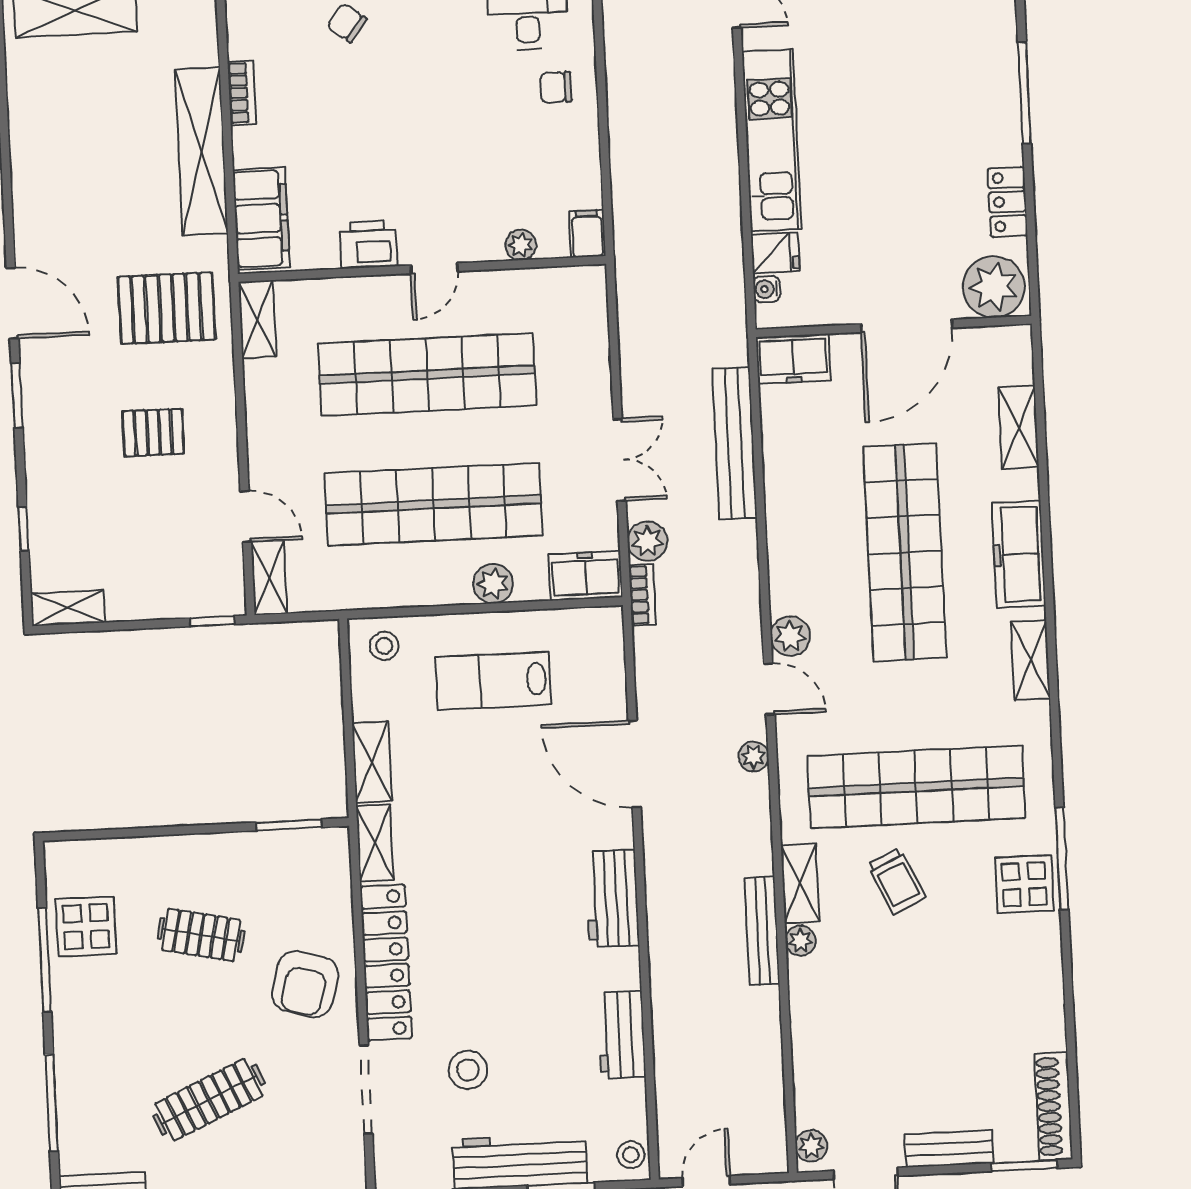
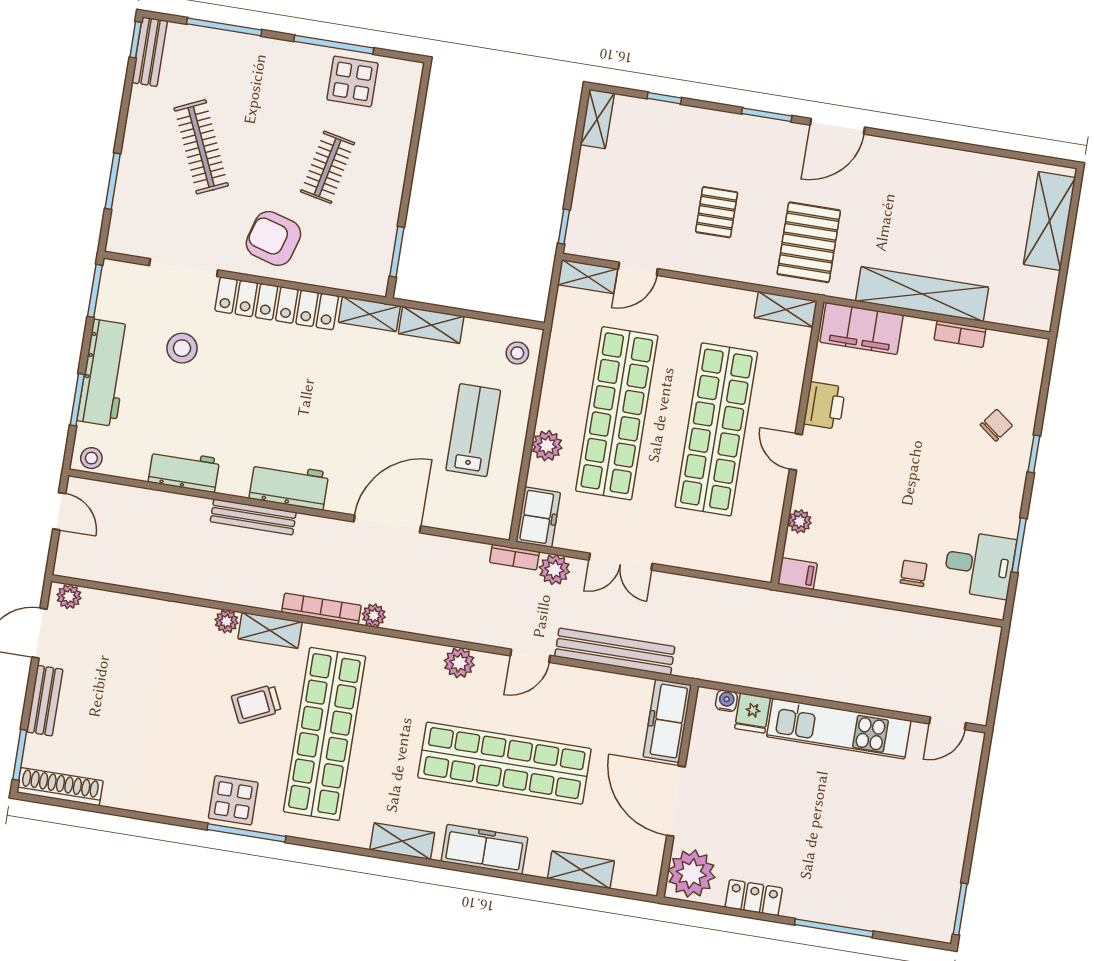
freezer: (793, 359) -> (667, 721), width x1.40
door: (769, 689) -> (530, 656), moved
bookcase: (759, 824) -> (321, 609), added
bench: (762, 931) -> (253, 517), moved

